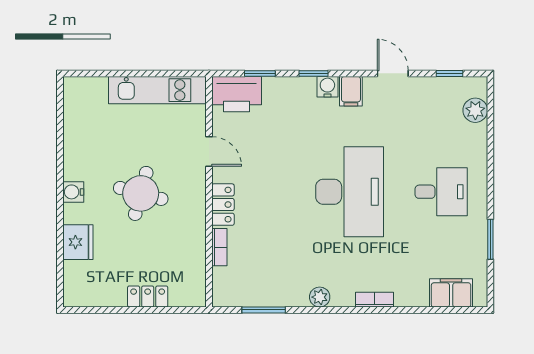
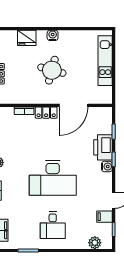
kitchen unit: (157, 90) -> (105, 61), moved
filing cabinet: (351, 91) -> (105, 217), moved
printer: (237, 94) -> (103, 147), moved
door: (209, 151) -> (74, 105), width x1.88

